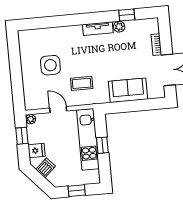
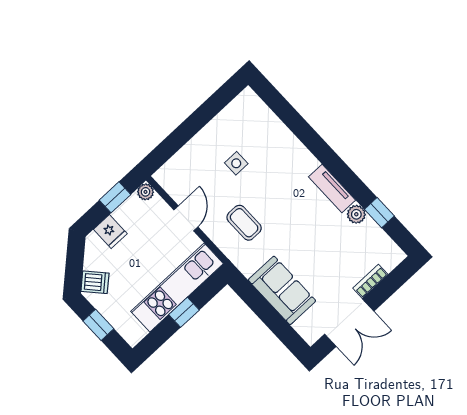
side table: (50, 65) -> (236, 163), width x0.54, depth x0.54
dishwasher: (46, 168) -> (95, 282), moved

